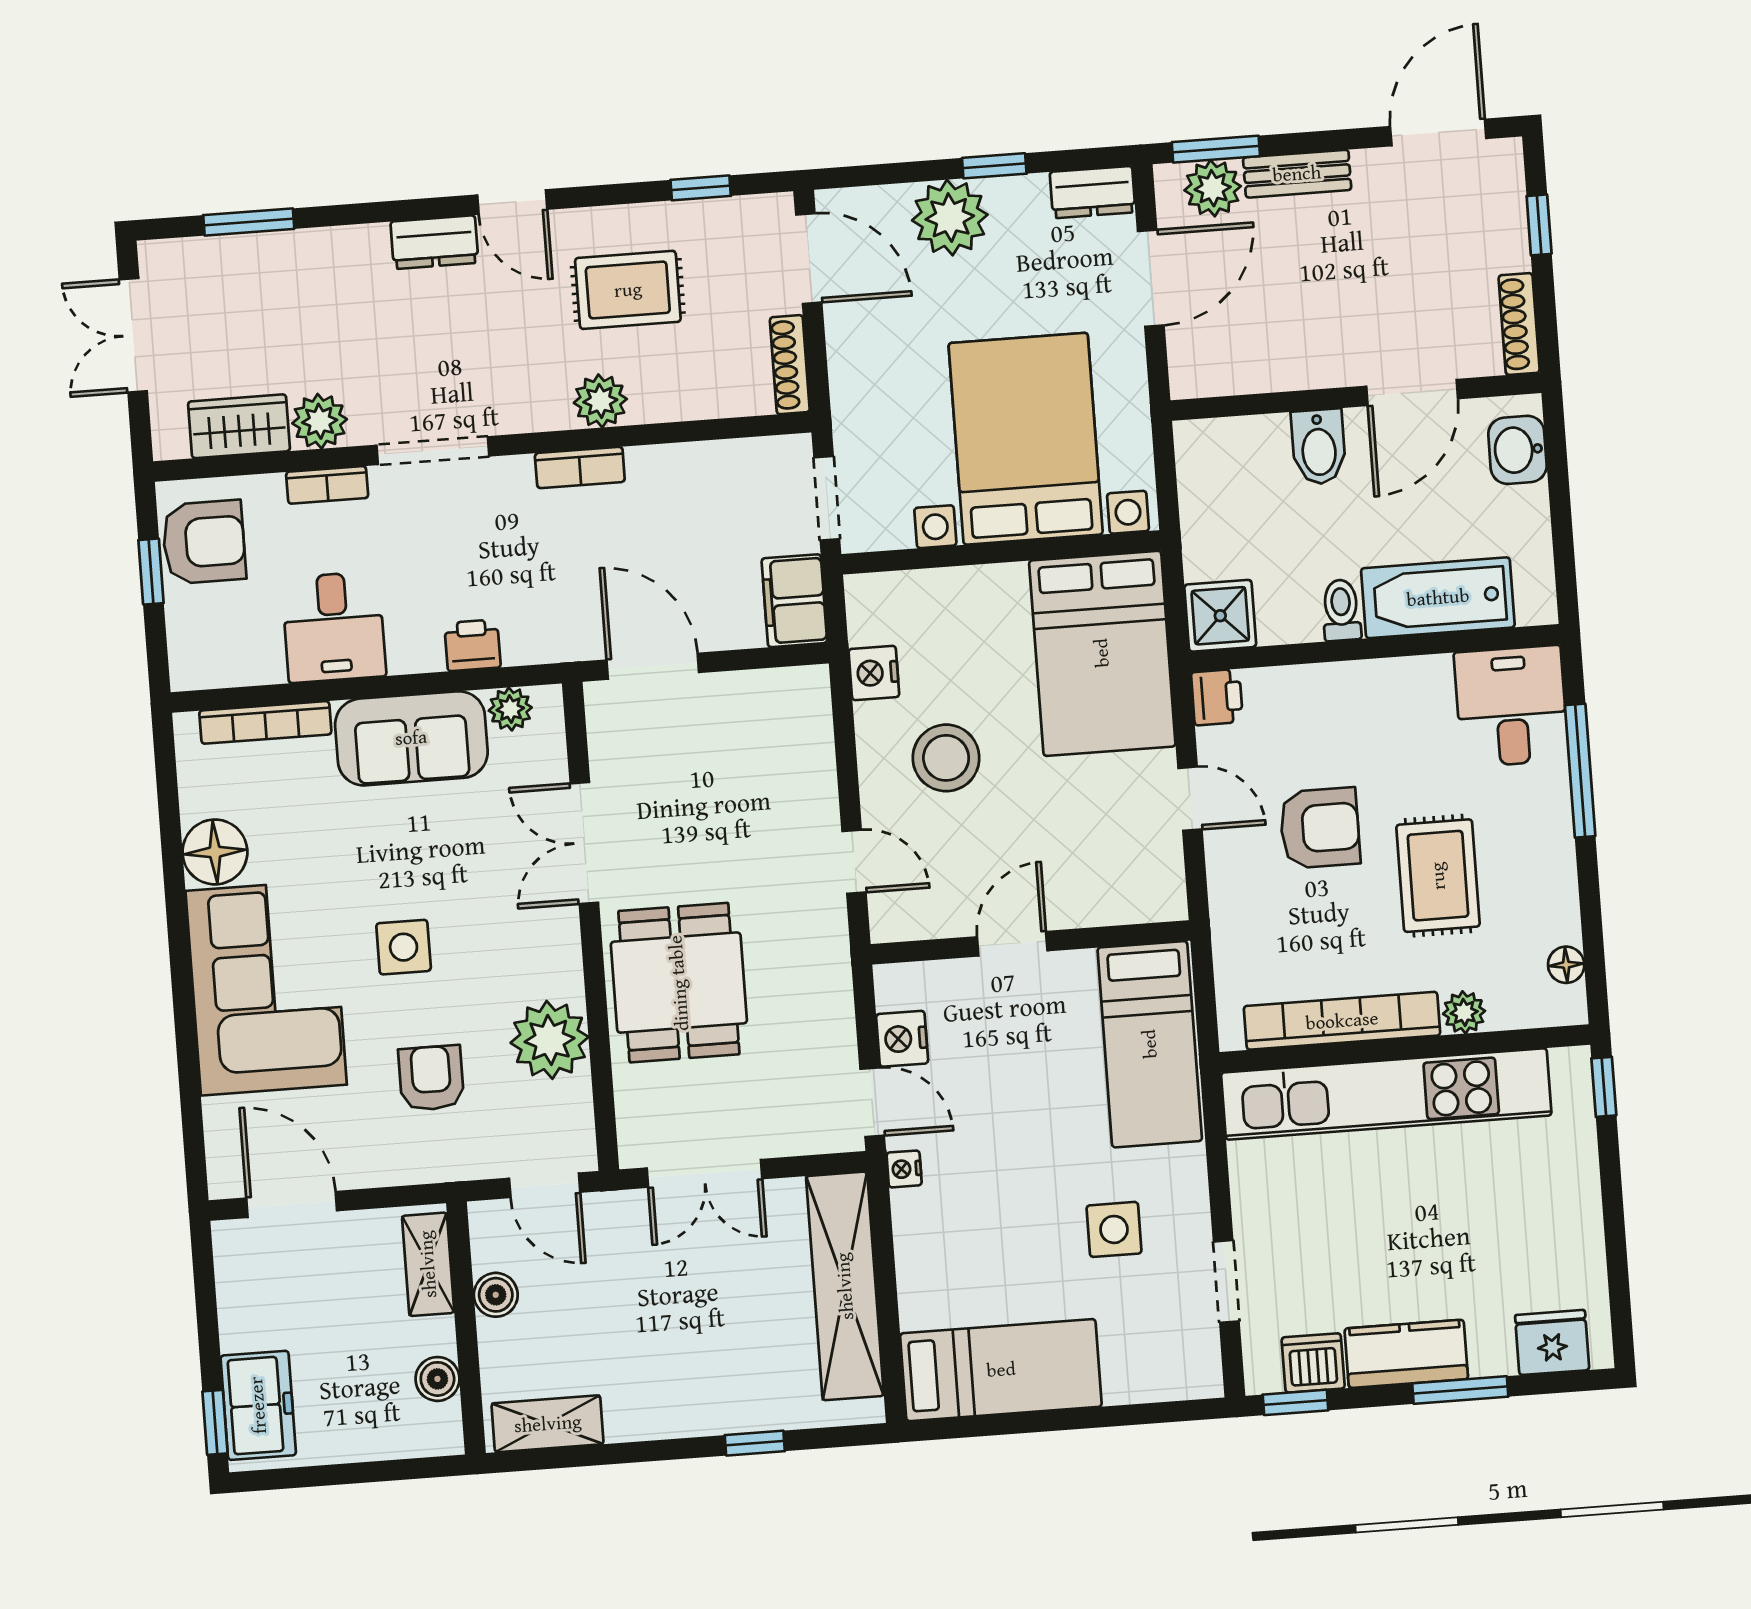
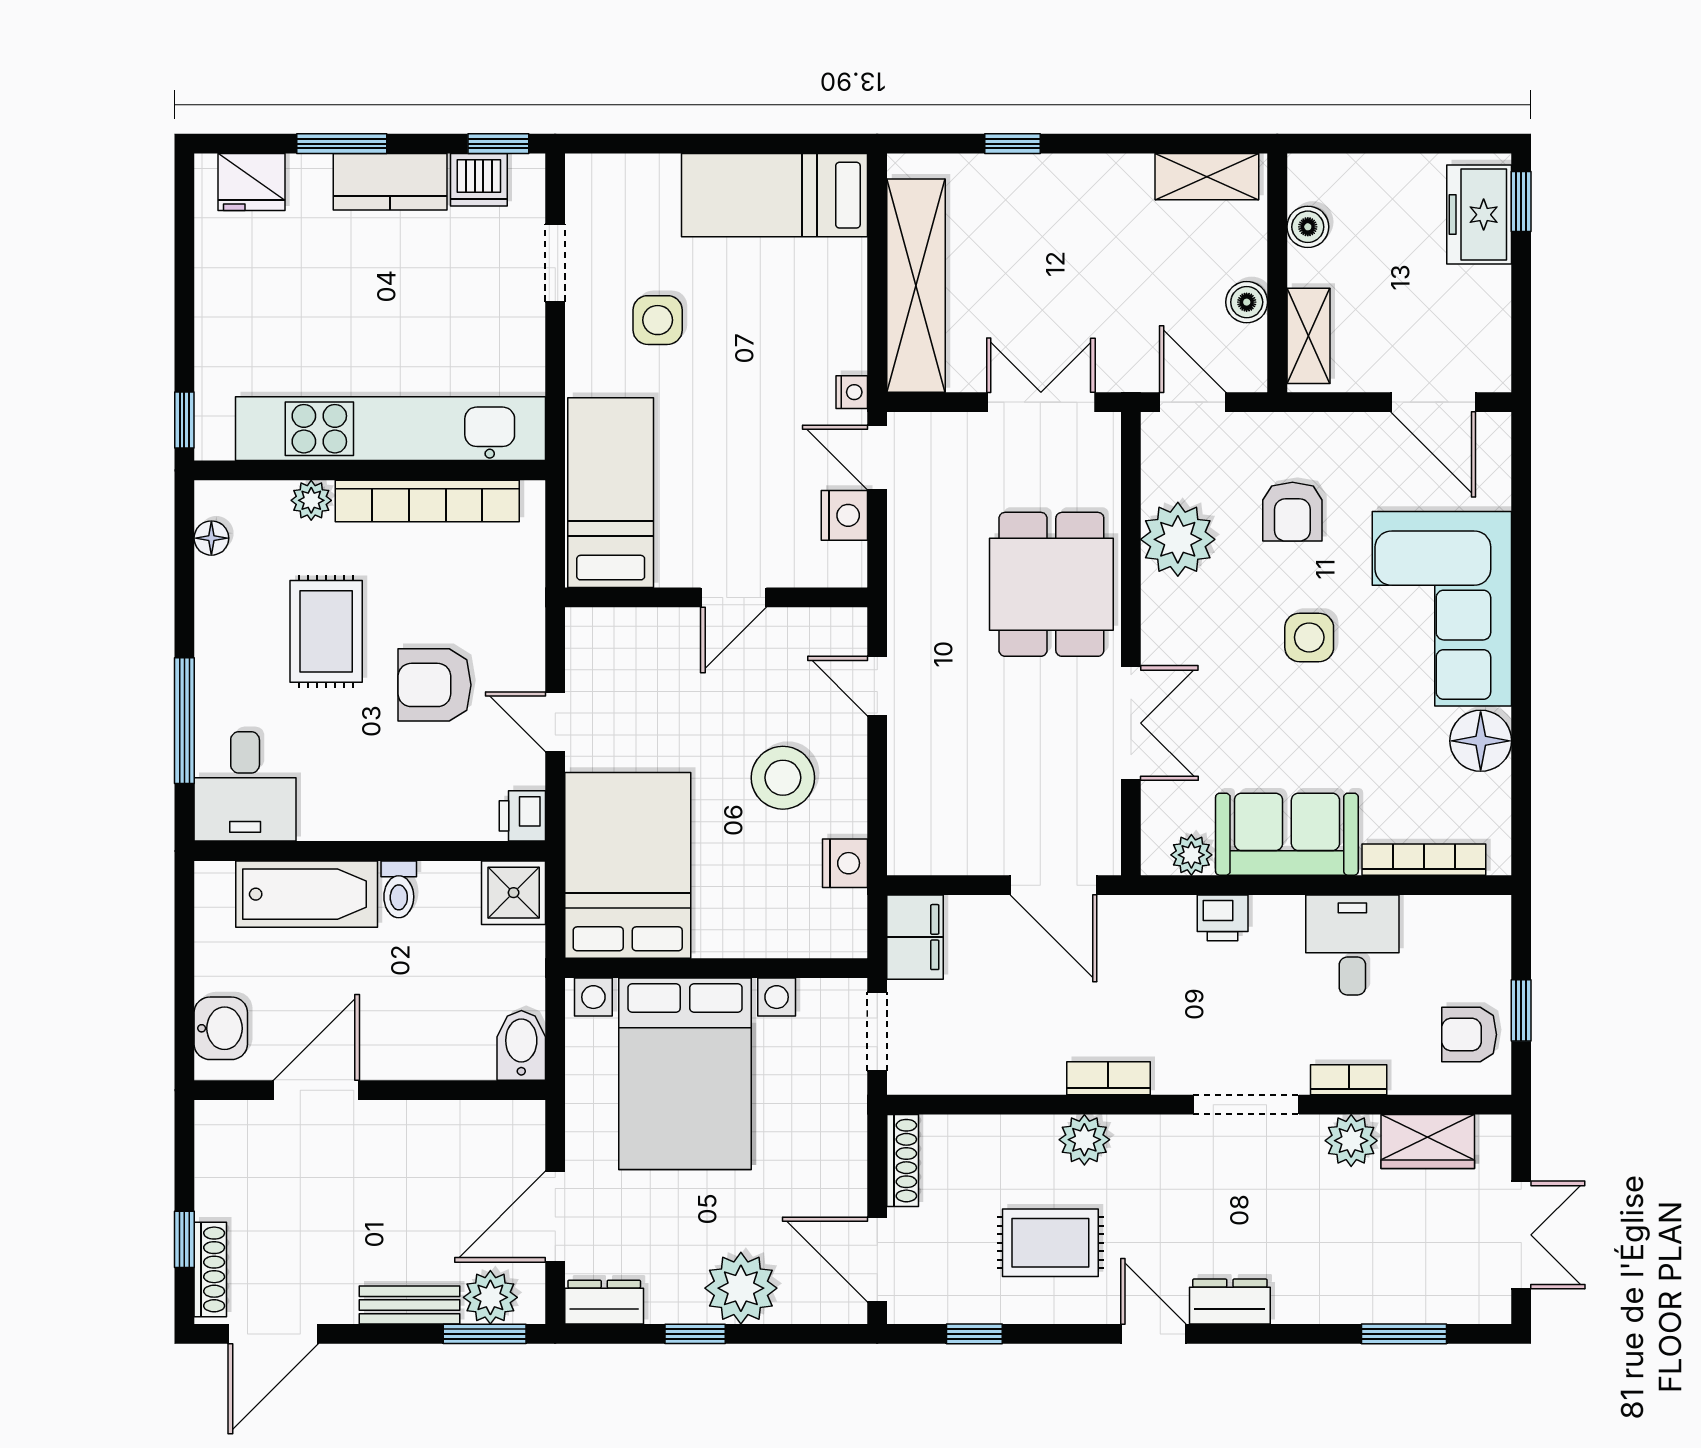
shoe rack: (1519, 324) -> (210, 1269), moved
bidet: (1319, 447) -> (521, 1045), moved
armchair: (204, 542) -> (1469, 1035), width x0.72, depth x0.72

